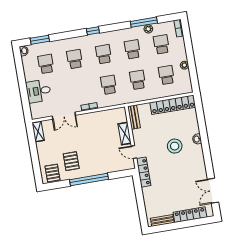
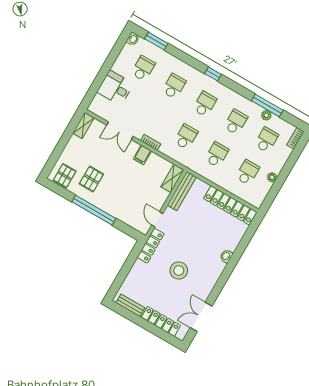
bench: (134, 117) -> (182, 191), width x1.36
filing cabinet: (91, 119) -> (142, 155), added
shelving: (125, 134) -> (172, 178), moved
stool: (175, 146) -> (179, 271), moved

